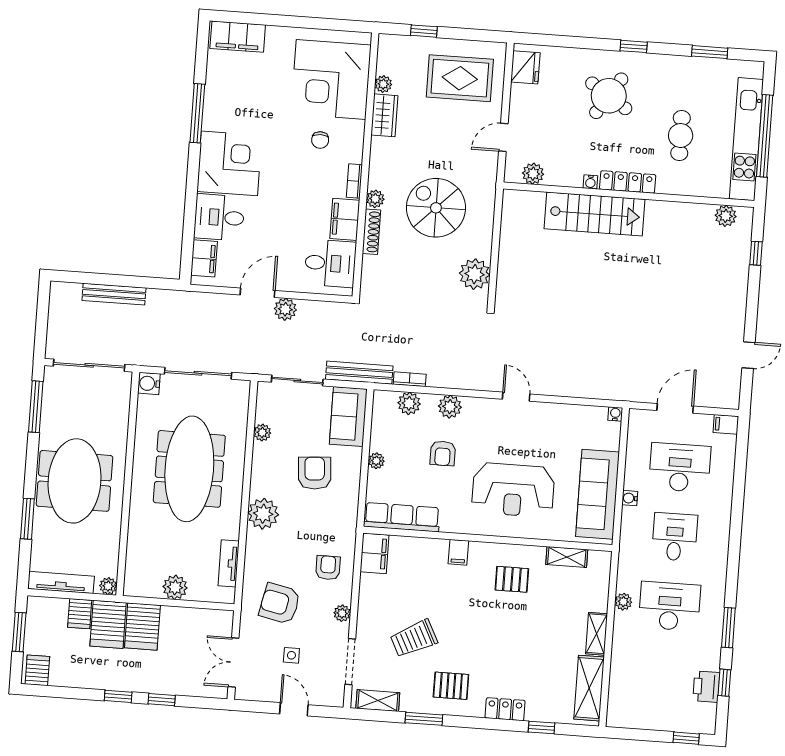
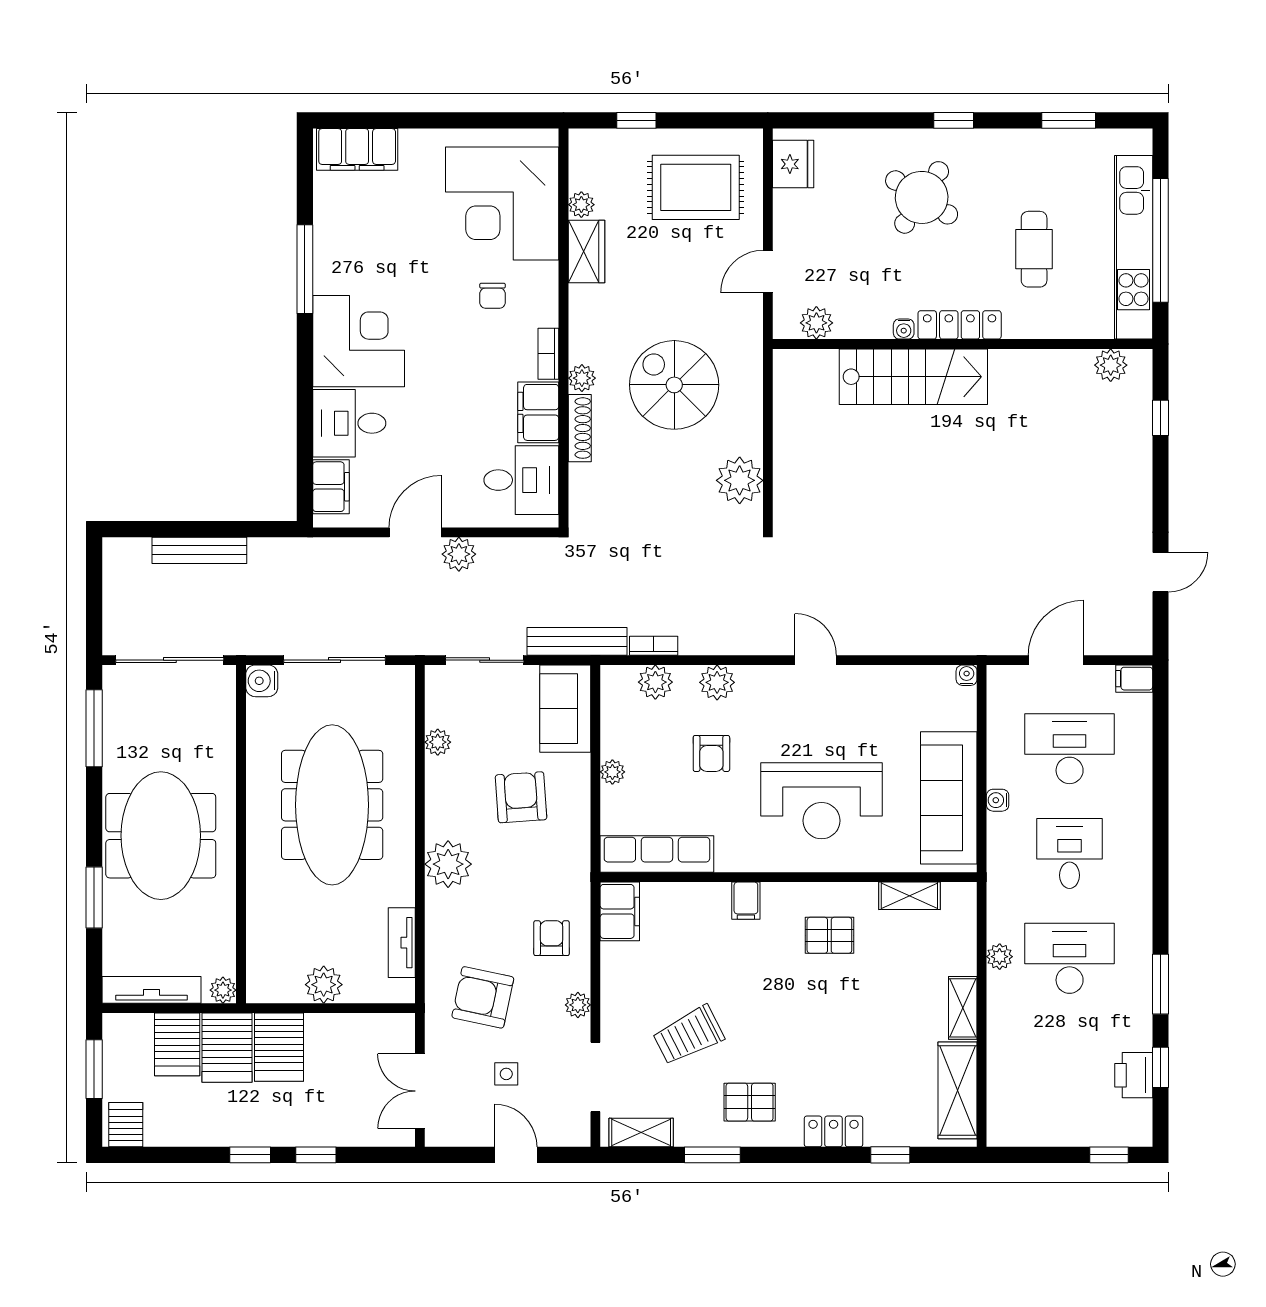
server rack: (80, 614) -> (177, 1044), width x1.36, depth x1.44

